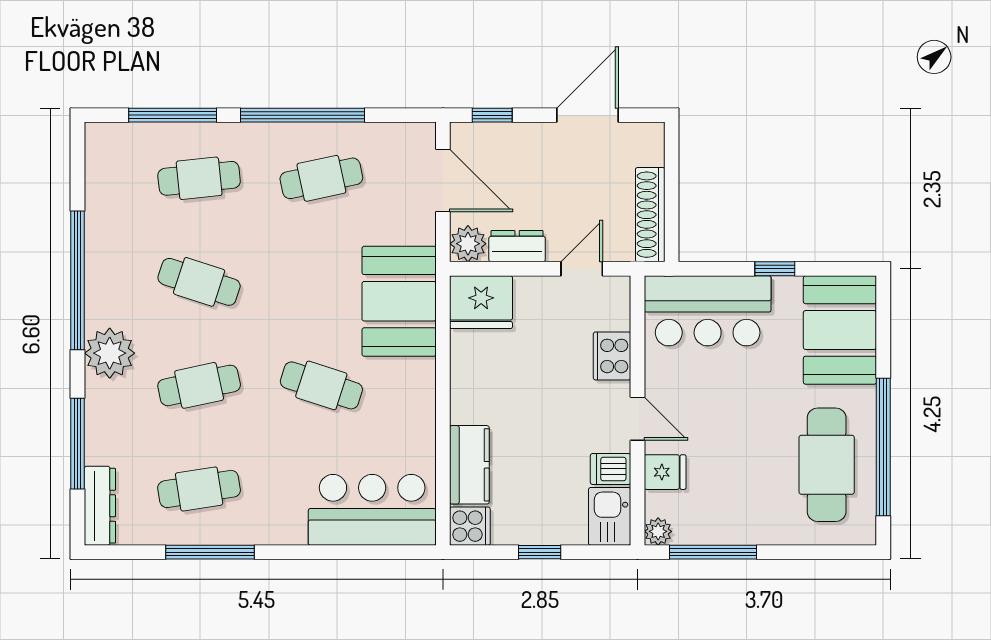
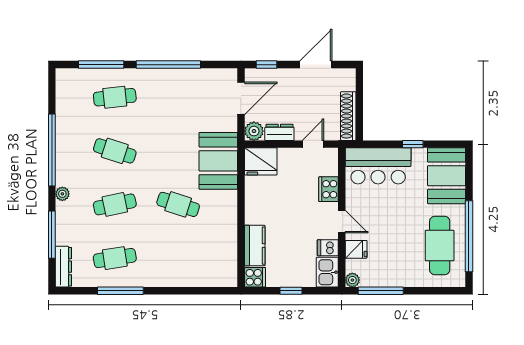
cafe table: (321, 178) -> (178, 97), removed
door: (443, 180) -> (241, 98), hinge flipped
plant: (110, 353) -> (62, 194), width x0.53, depth x0.53
bar counter: (372, 510) -> (204, 269), removed

